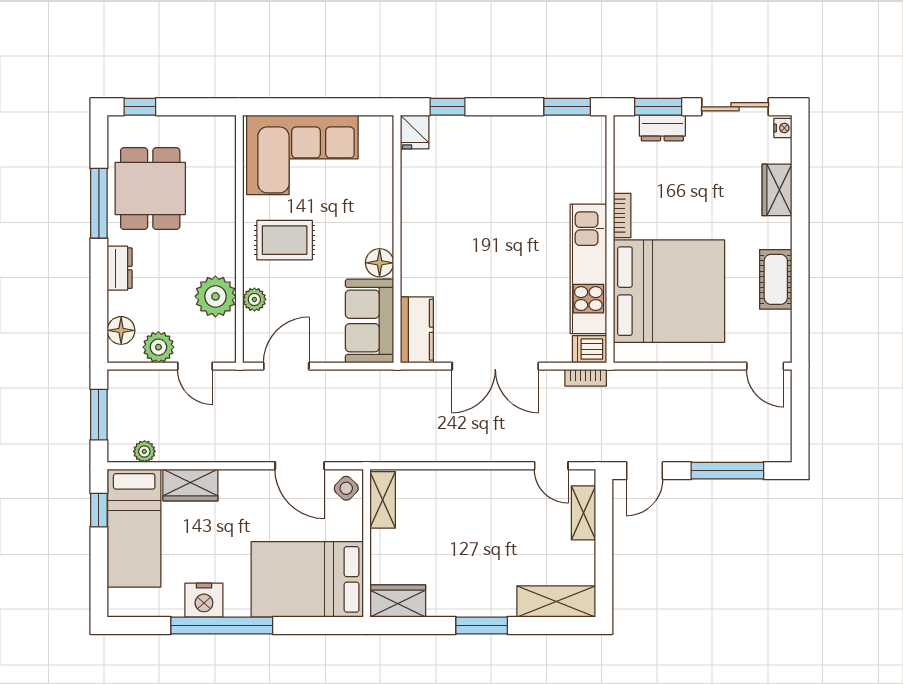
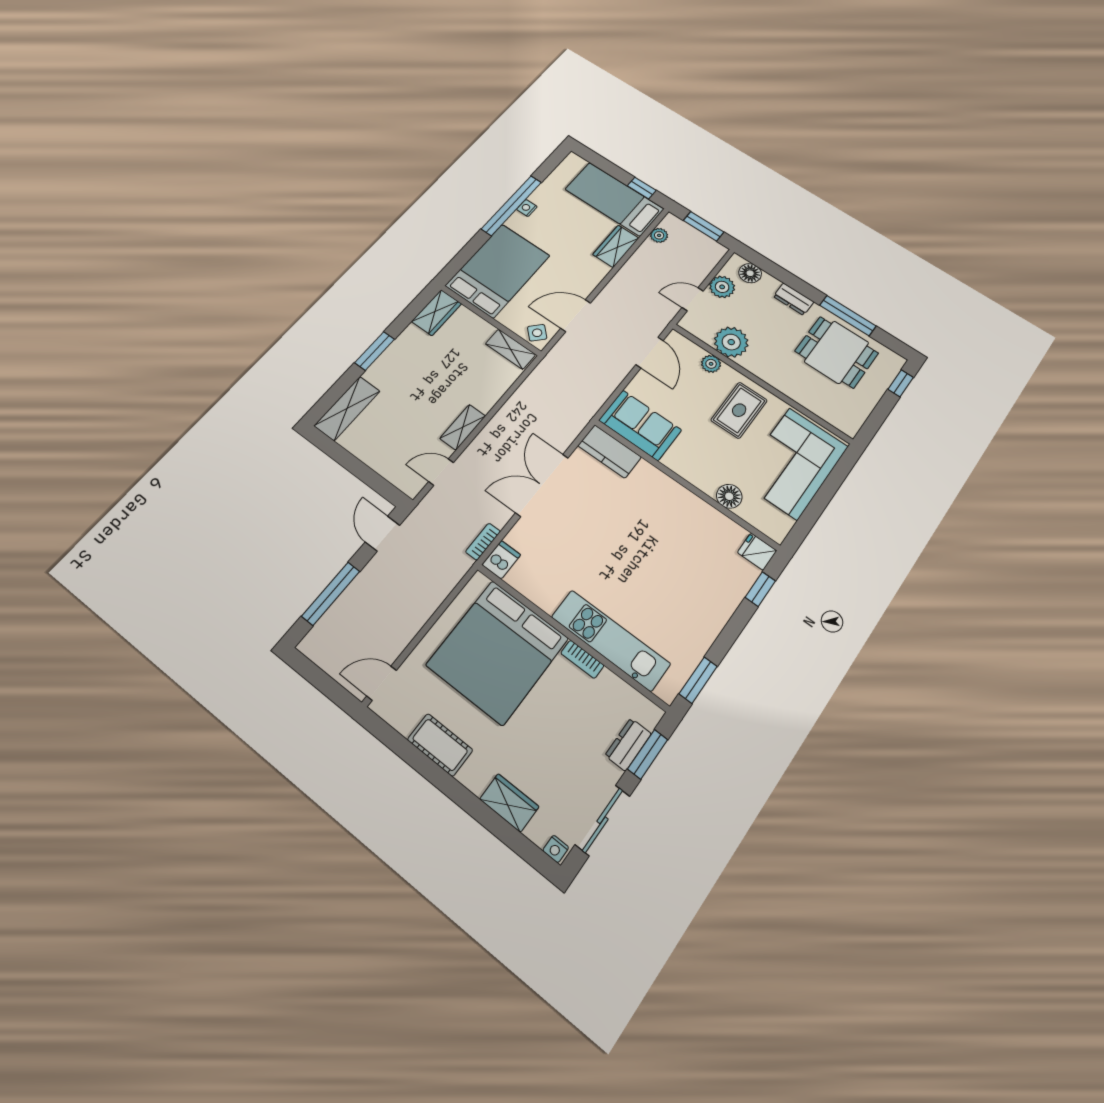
floor lamp: (380, 263) -> (729, 496), moved
kitchen unit: (588, 269) -> (611, 640), moved
shelving: (583, 513) -> (463, 427), moved, turned 90
nightstand: (204, 600) -> (527, 208), width x0.53, depth x0.56

